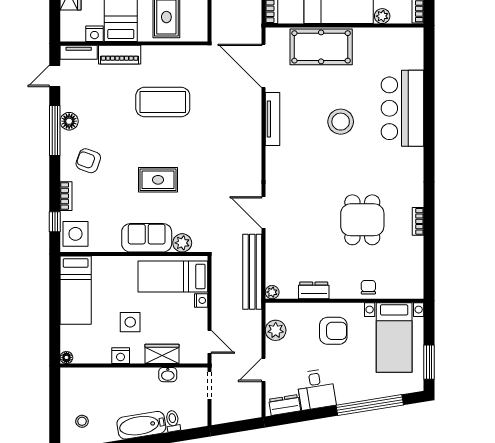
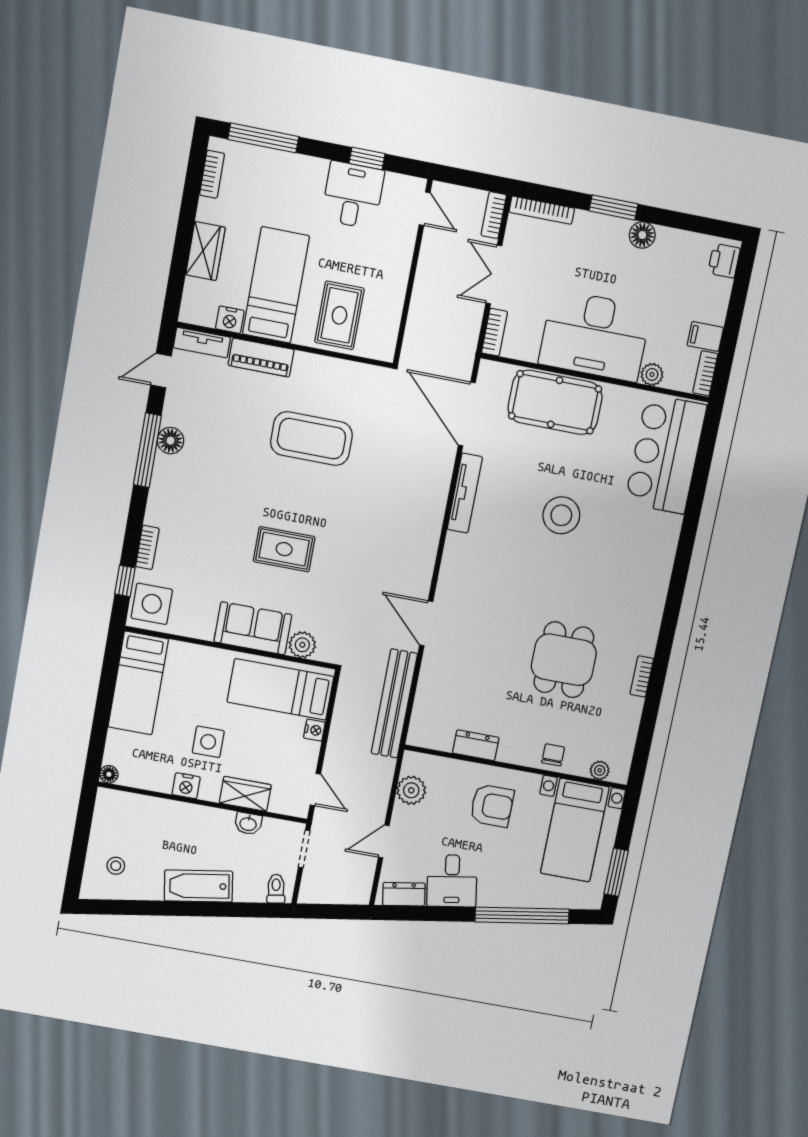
bar counter: (402, 108) -> (666, 454), moved
armchair: (88, 161) -> (188, 503), removed
plant: (272, 292) -> (600, 770), moved
toilet: (173, 421) -> (276, 889), moved

